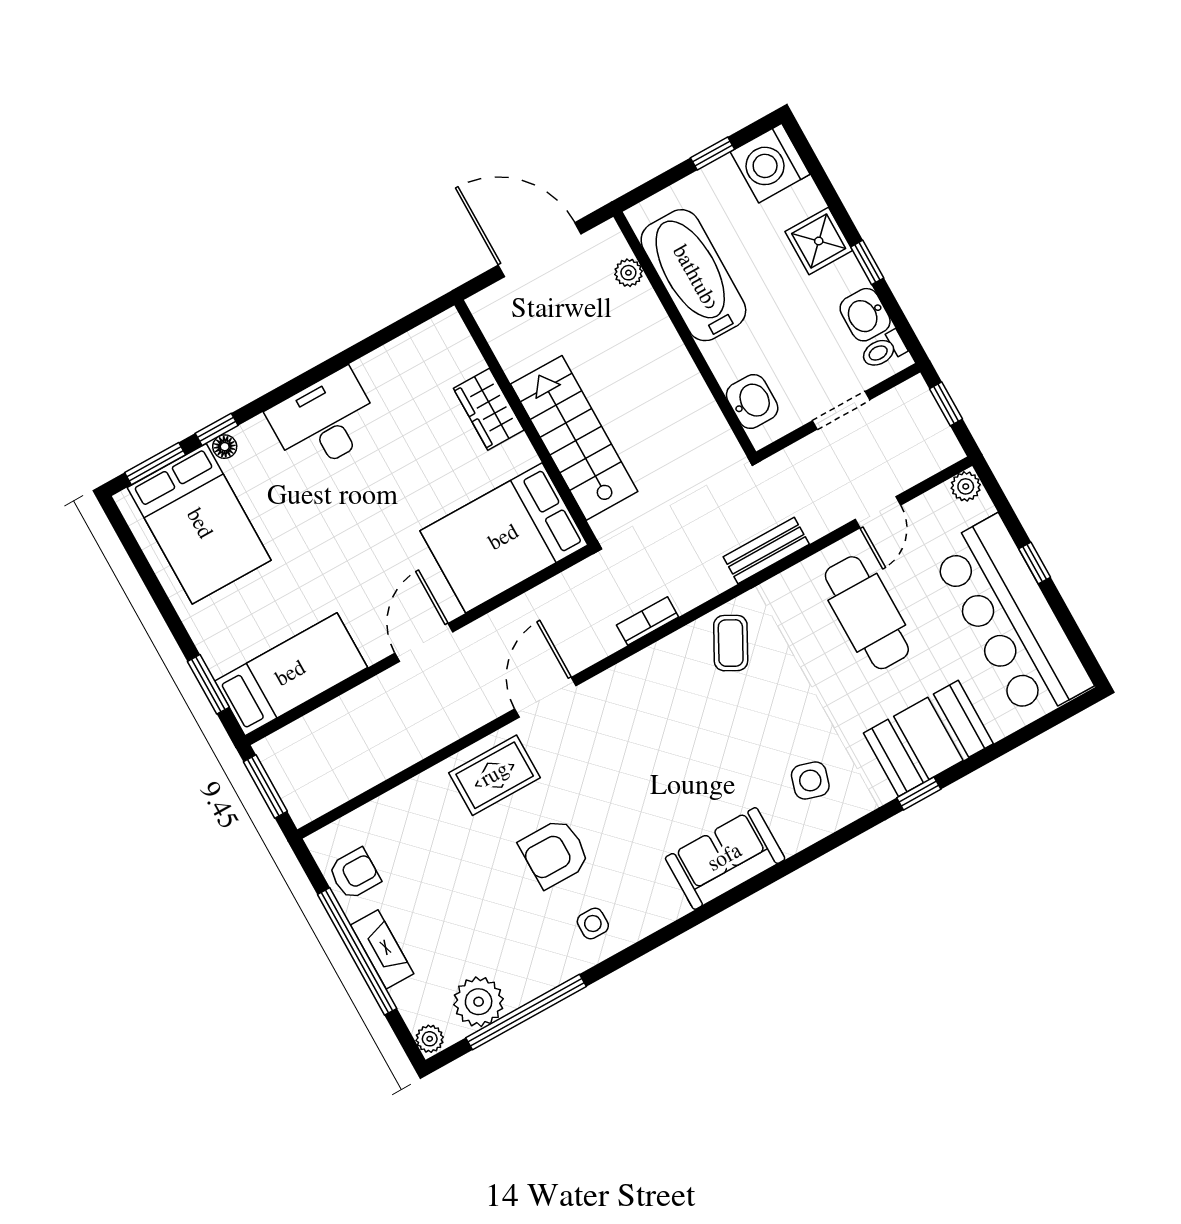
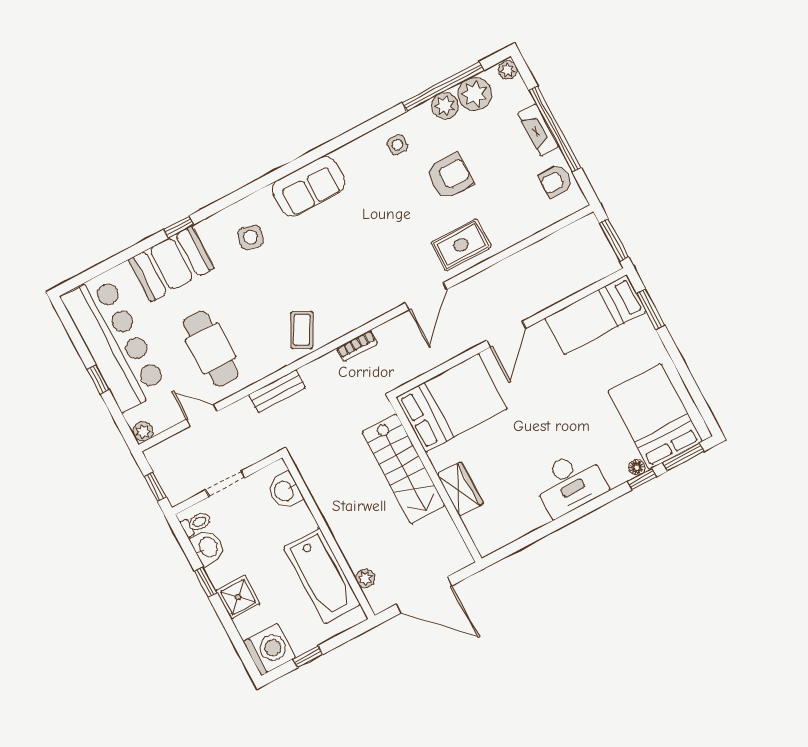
door: (878, 512) -> (202, 415), hinge flipped
armchair: (555, 853) -> (450, 176), moved
plant: (523, 983) -> (445, 106), added

